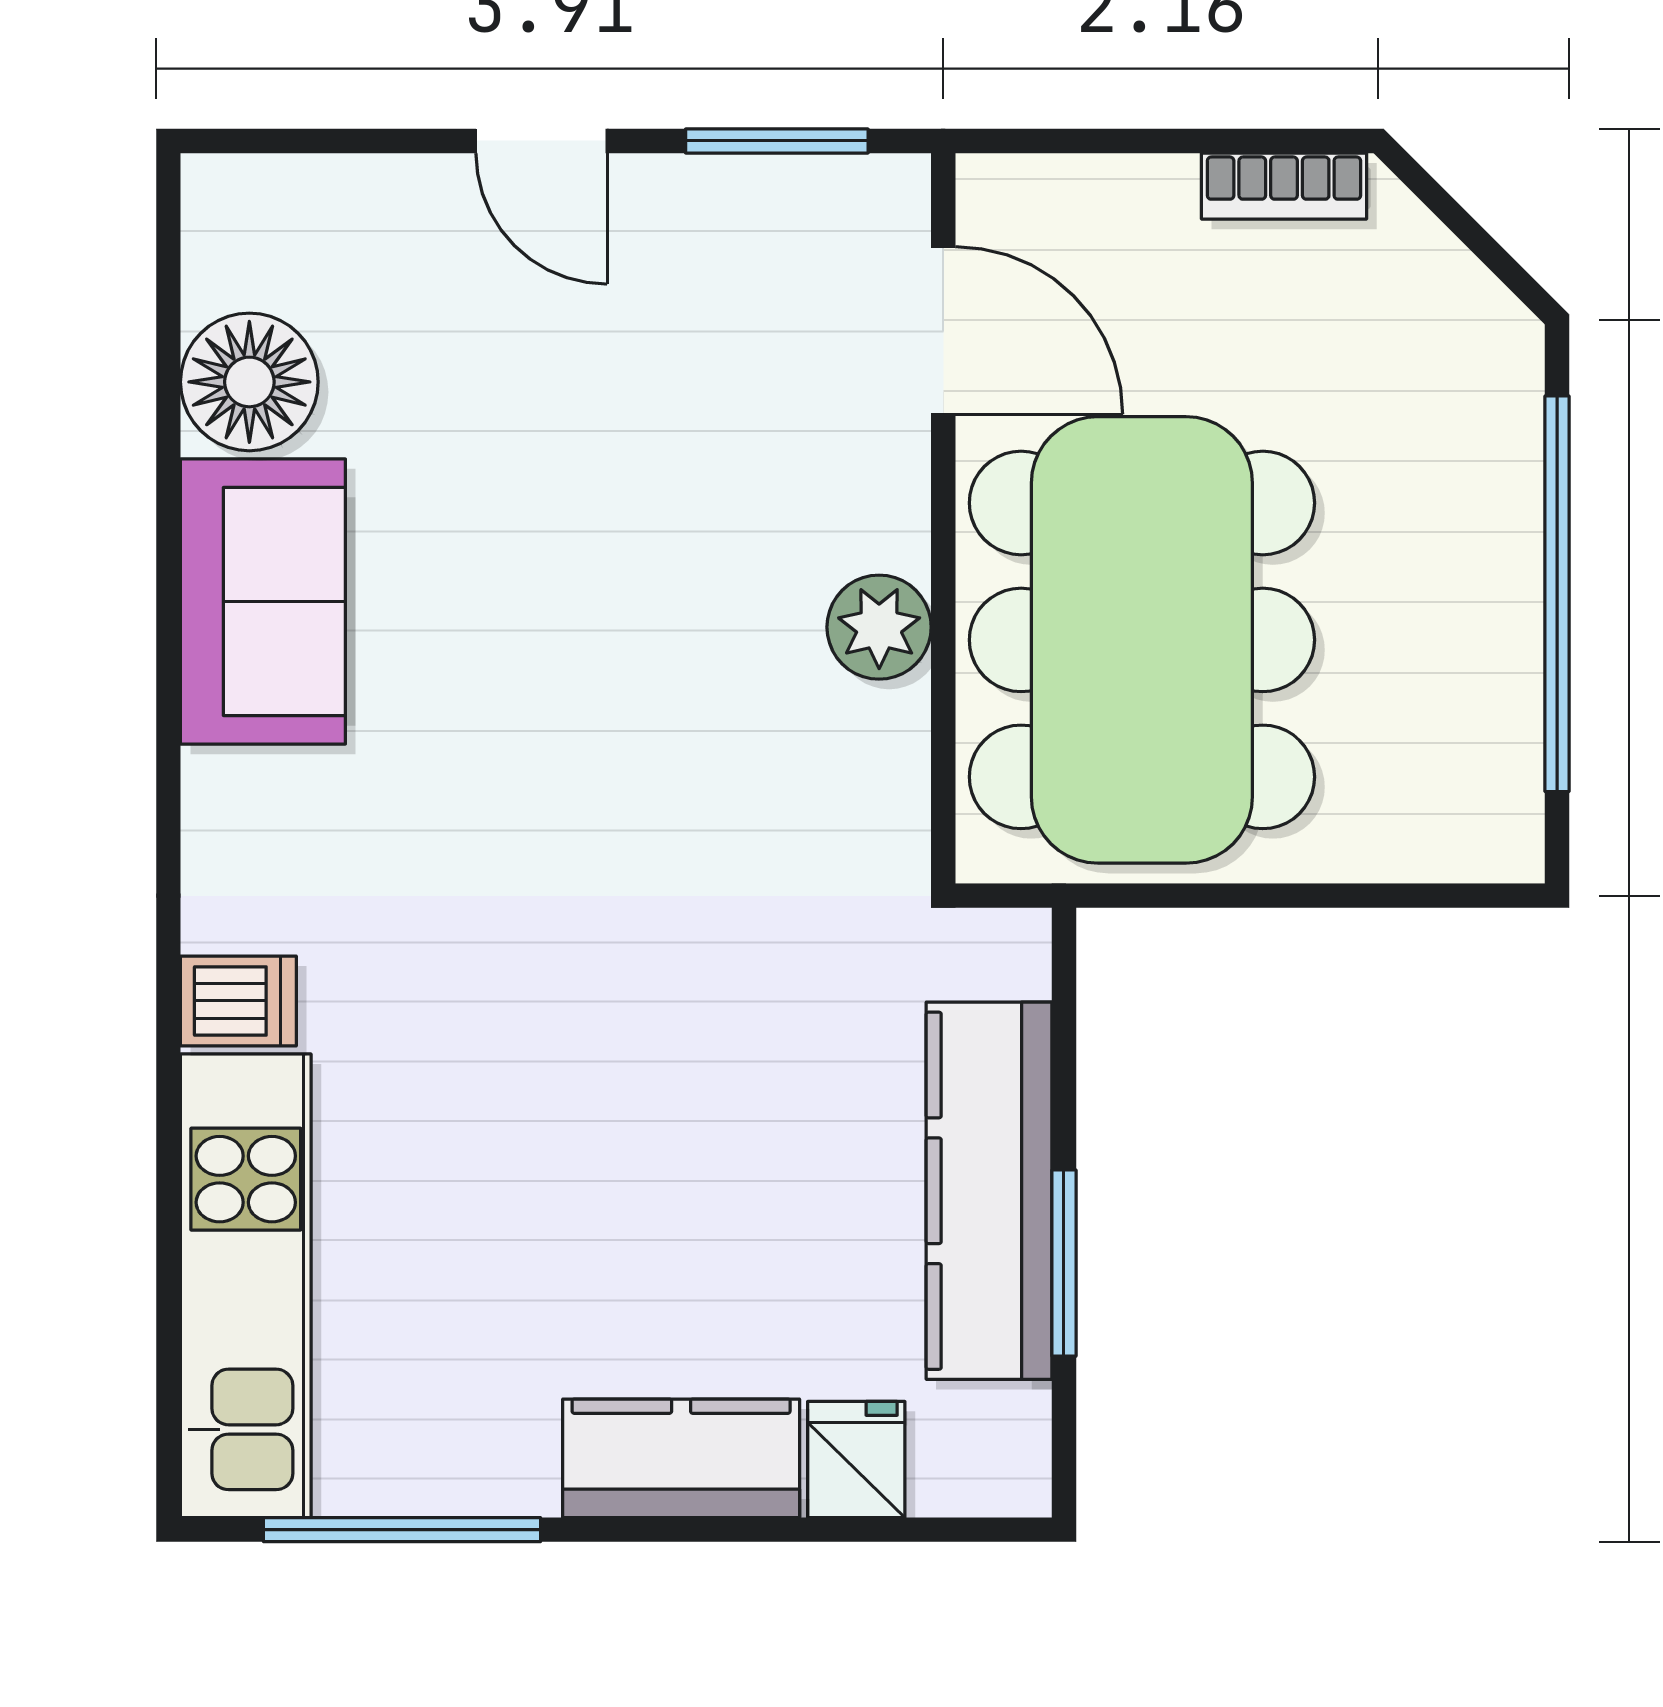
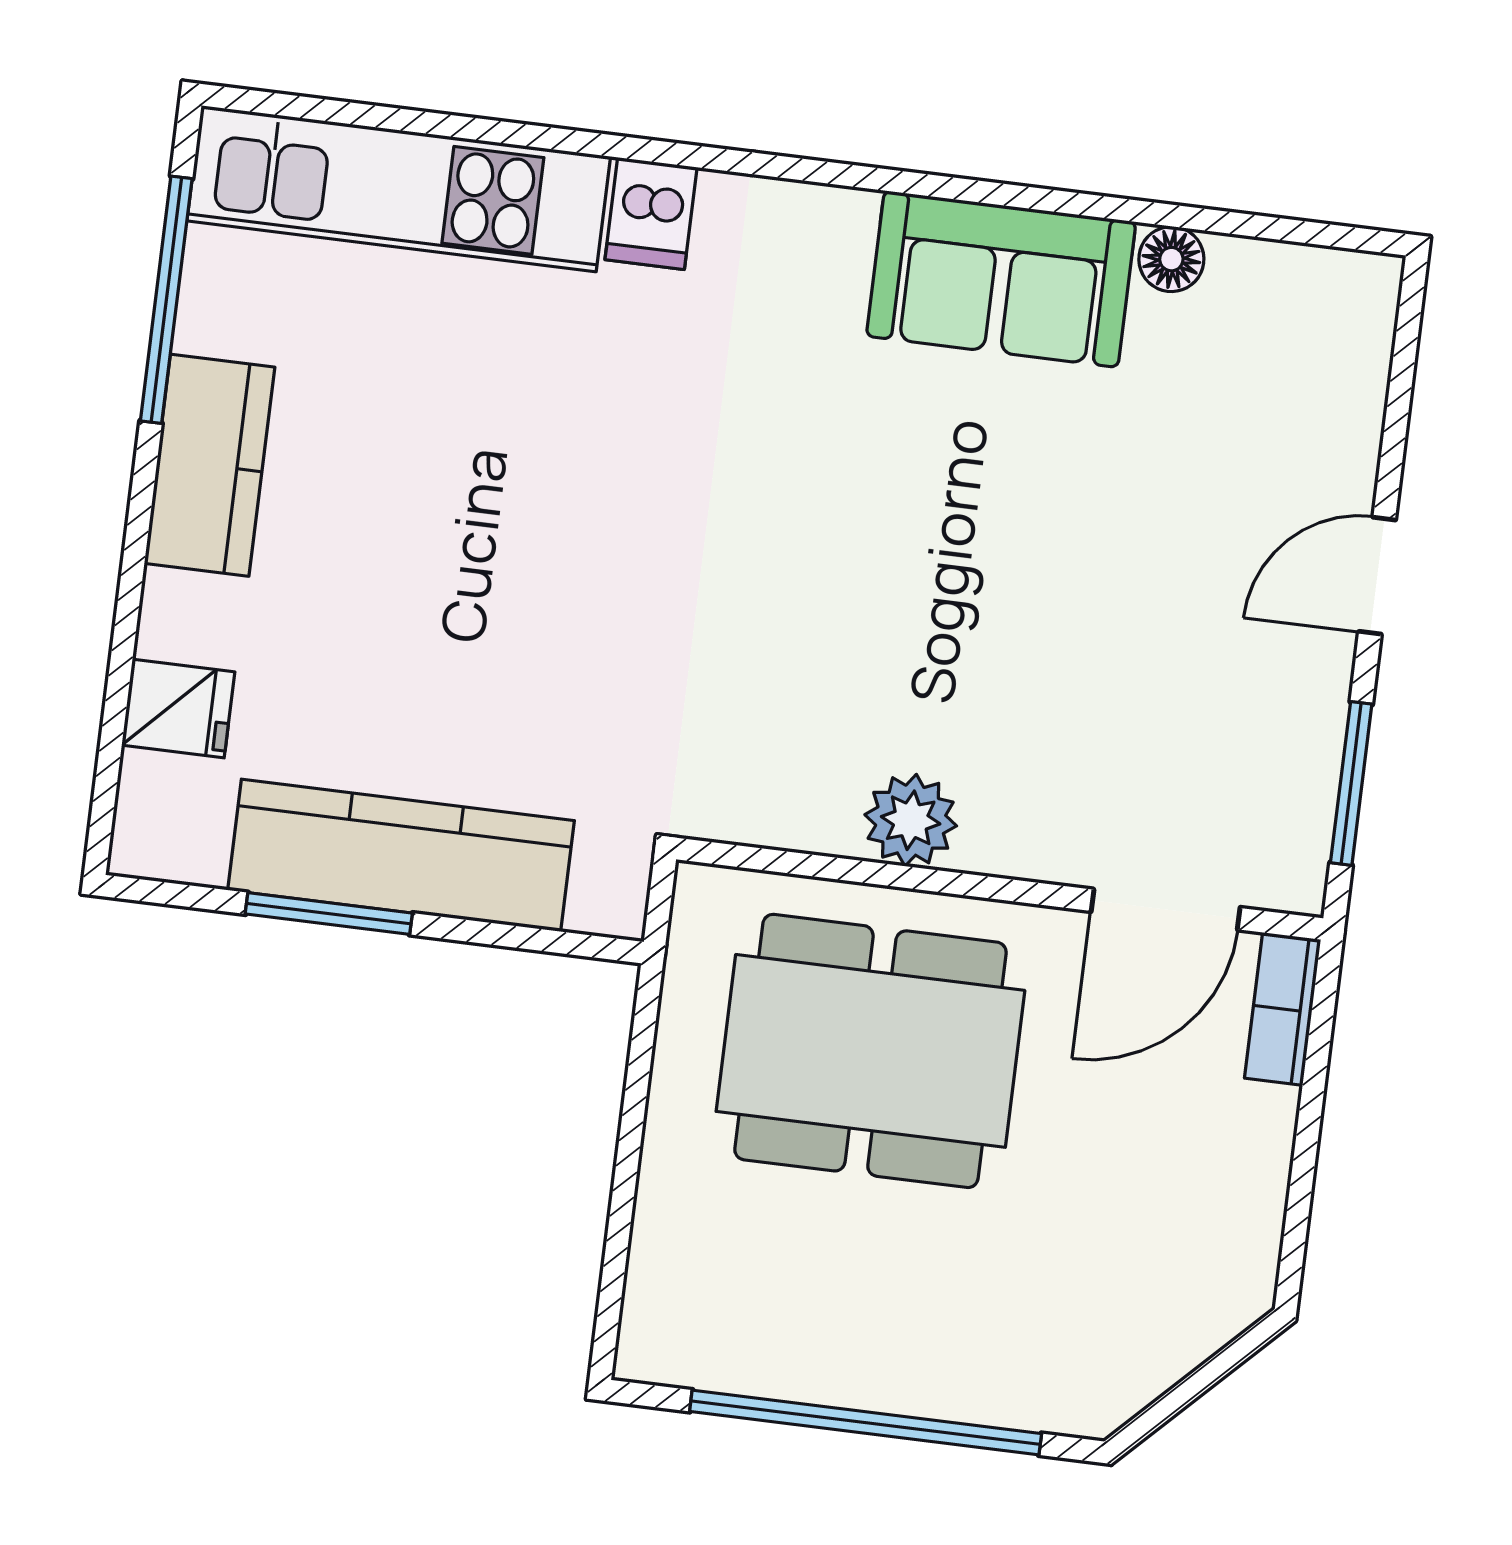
bookcase: (1284, 186) -> (1283, 1009), moved
floor lamp: (249, 382) -> (1171, 259), width x0.53, depth x0.53
dining table: (1142, 640) -> (870, 1051), width x0.73, depth x0.80
kitchen counter: (681, 1458) -> (210, 465), moved

